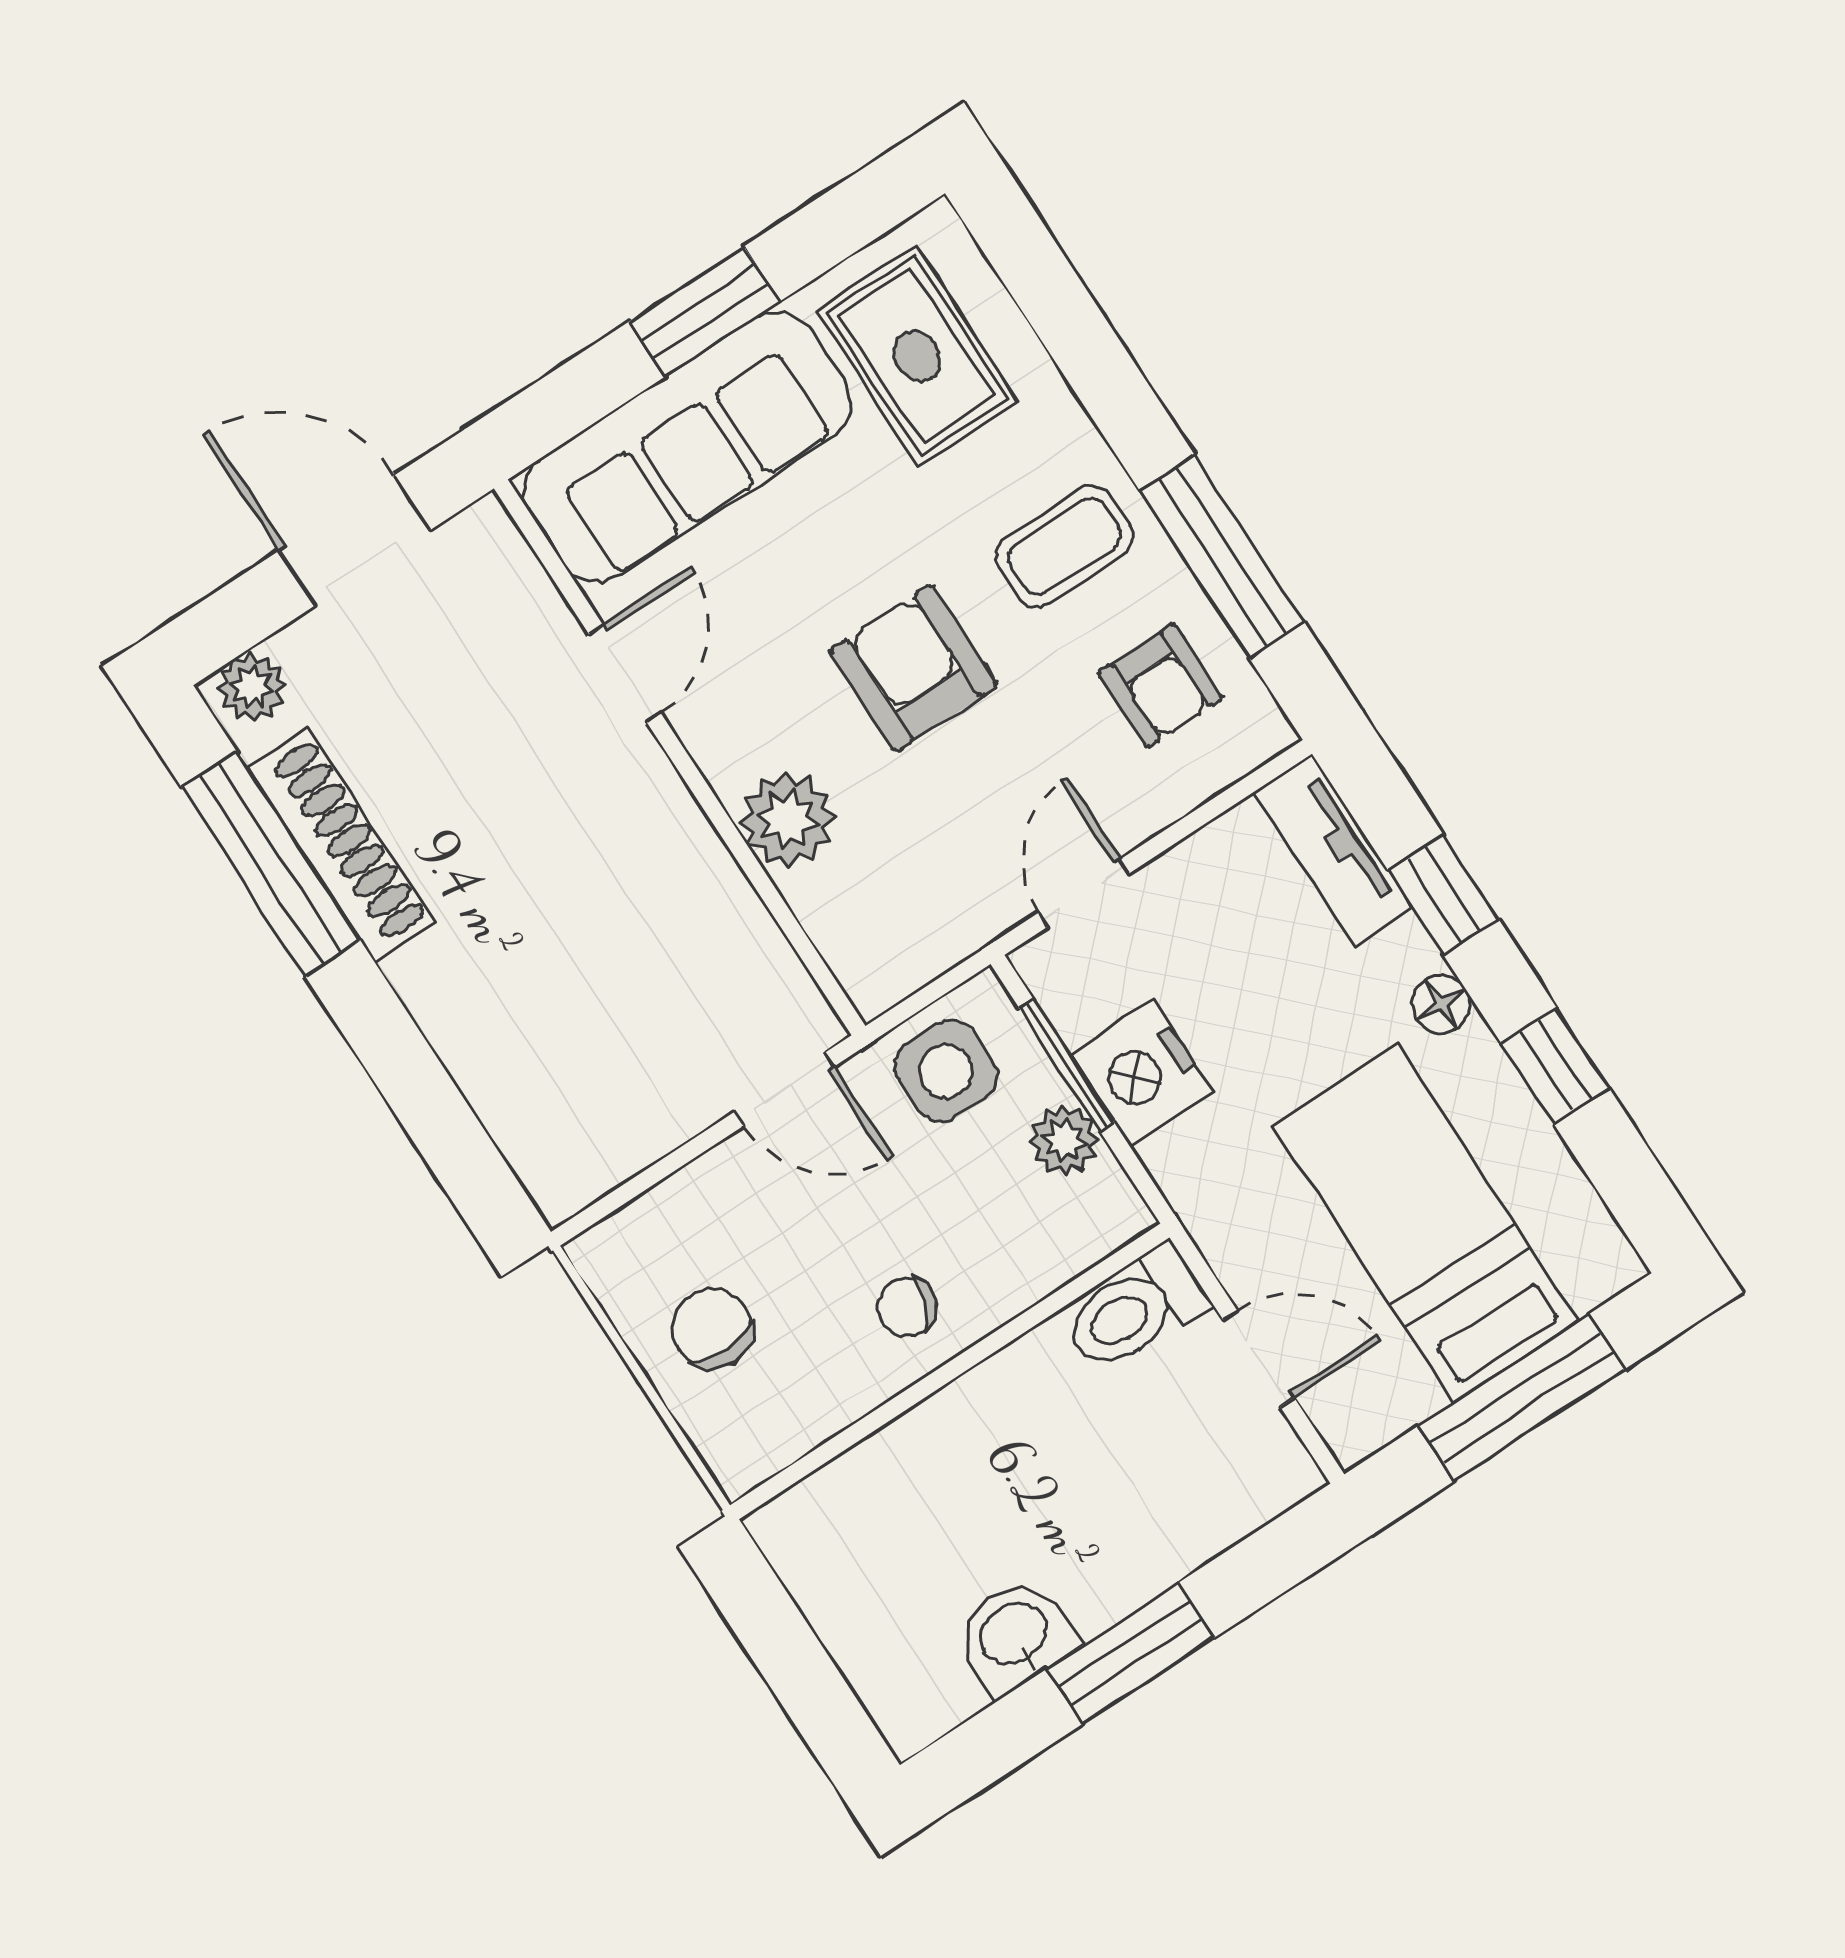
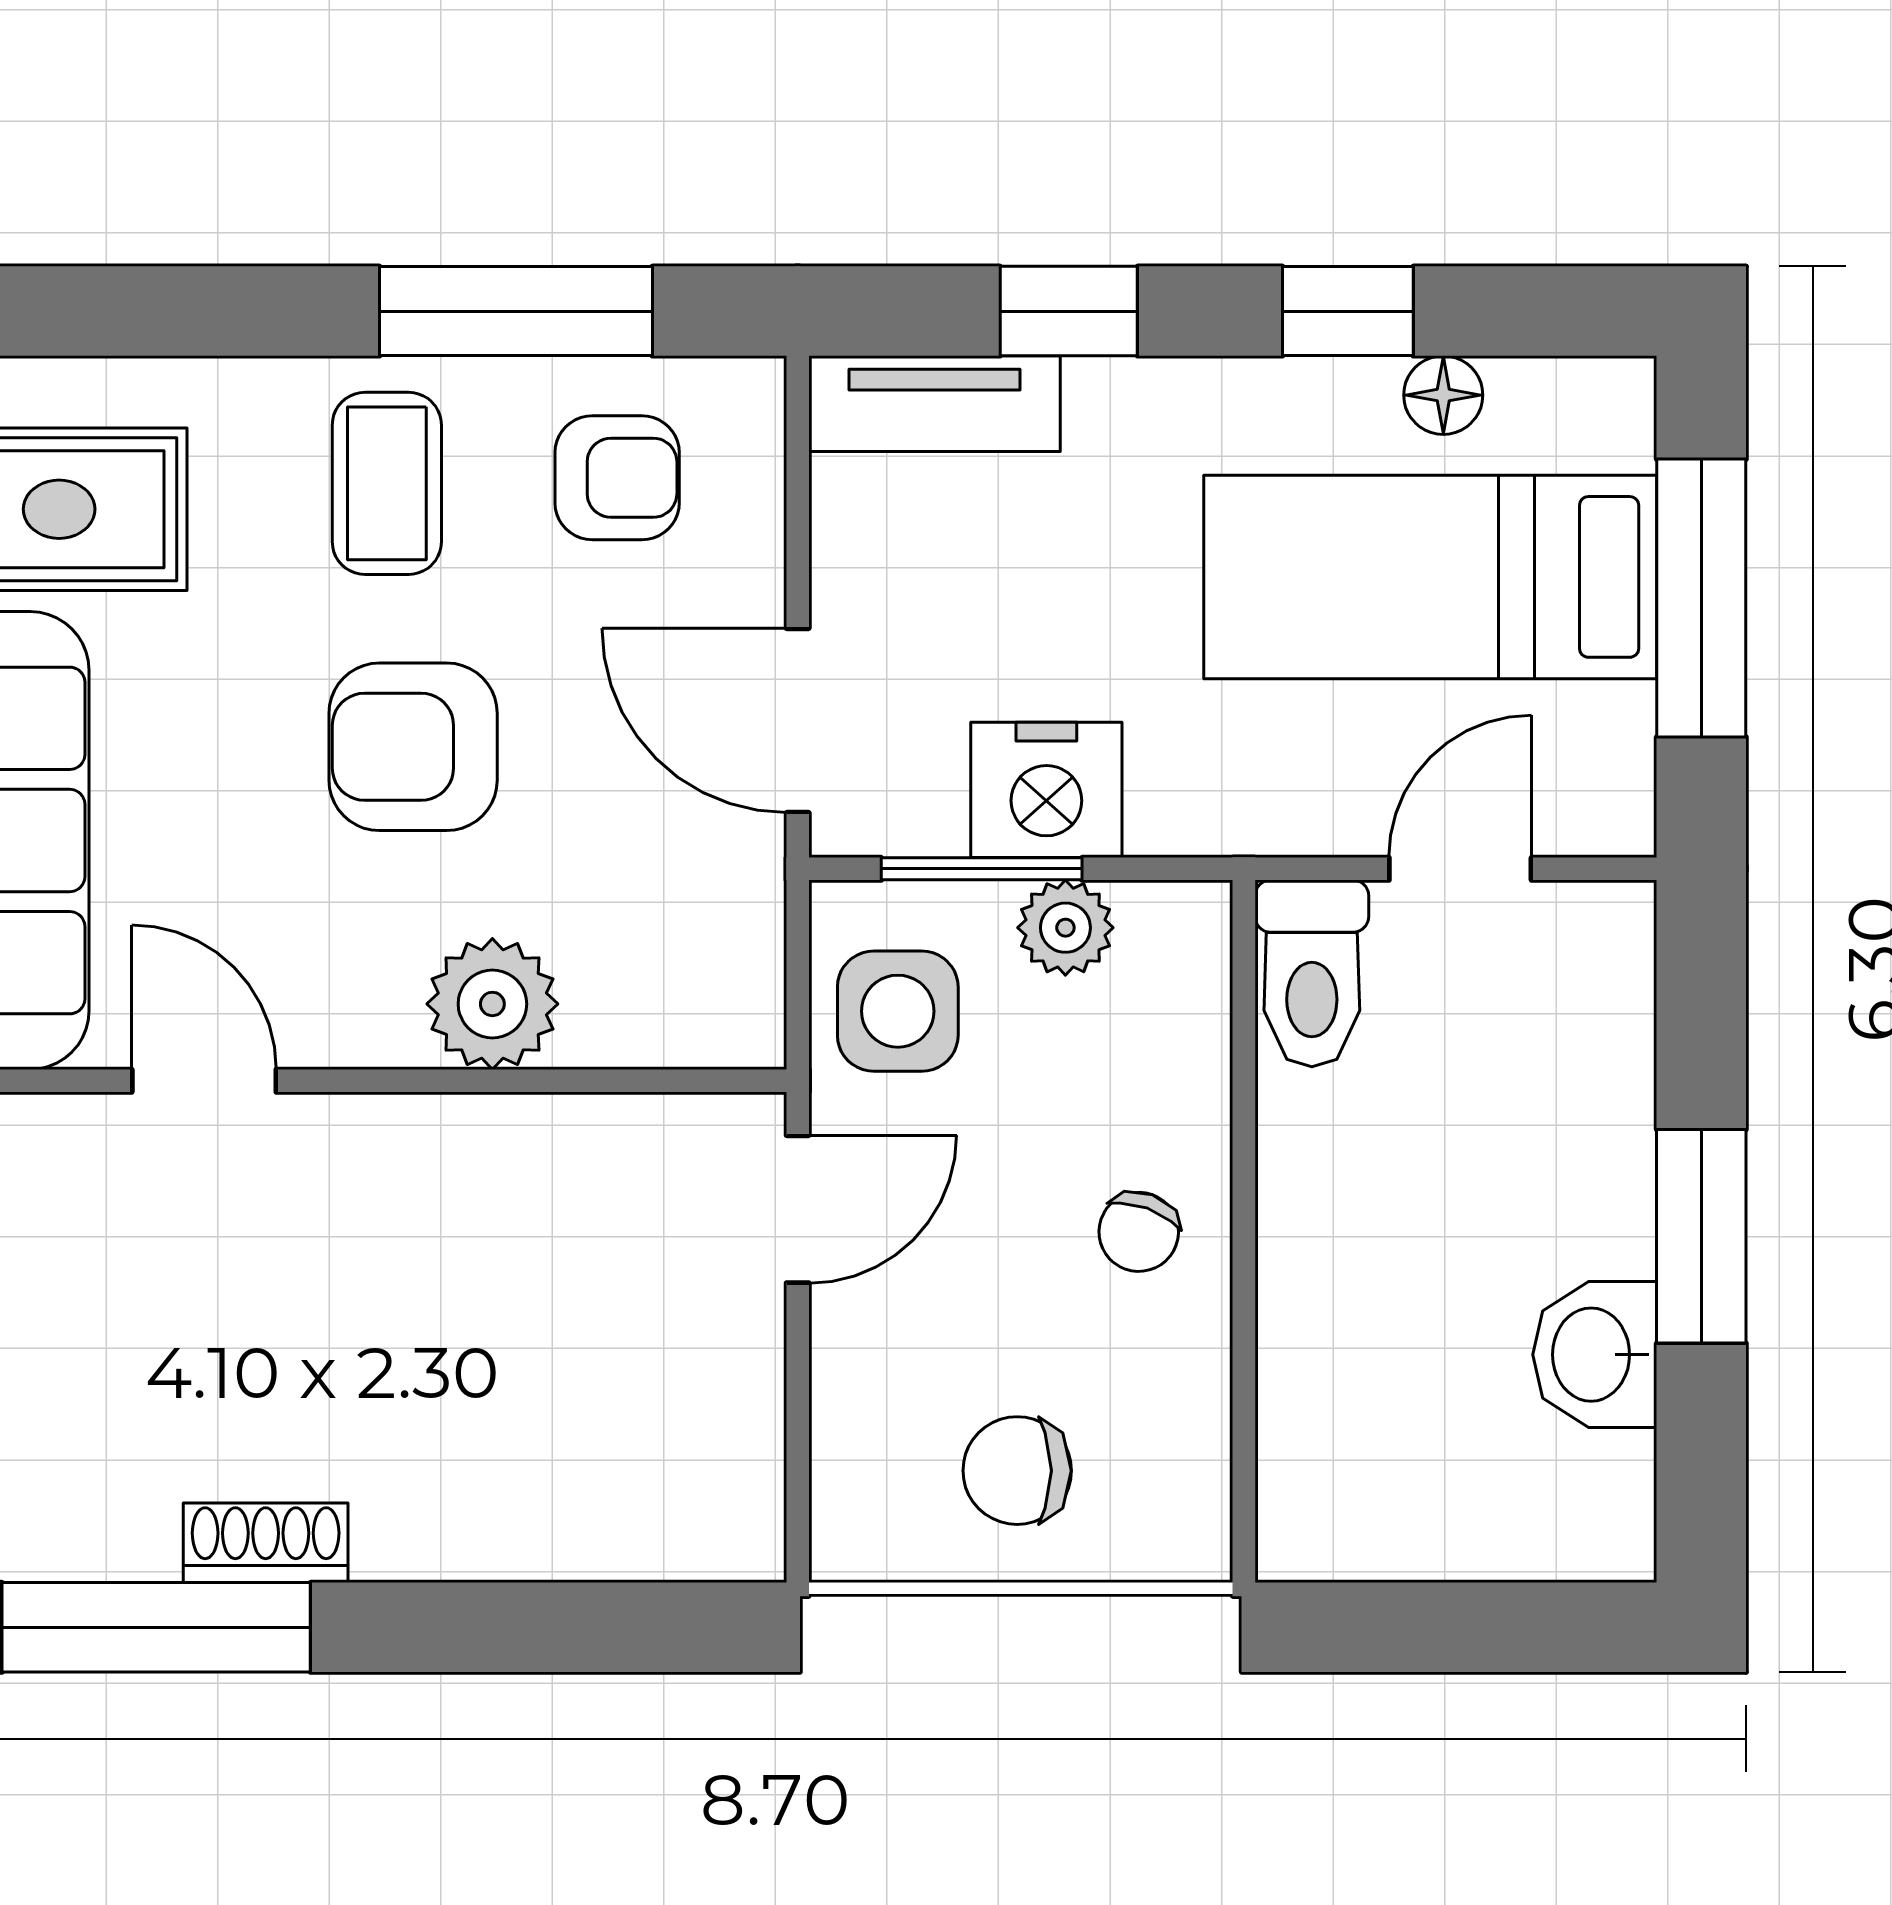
shoe rack: (341, 846) -> (266, 1543), width x0.51, depth x0.81
door: (1084, 893) -> (798, 721), width x1.38
floor lamp: (1441, 1004) -> (1443, 395), moved

